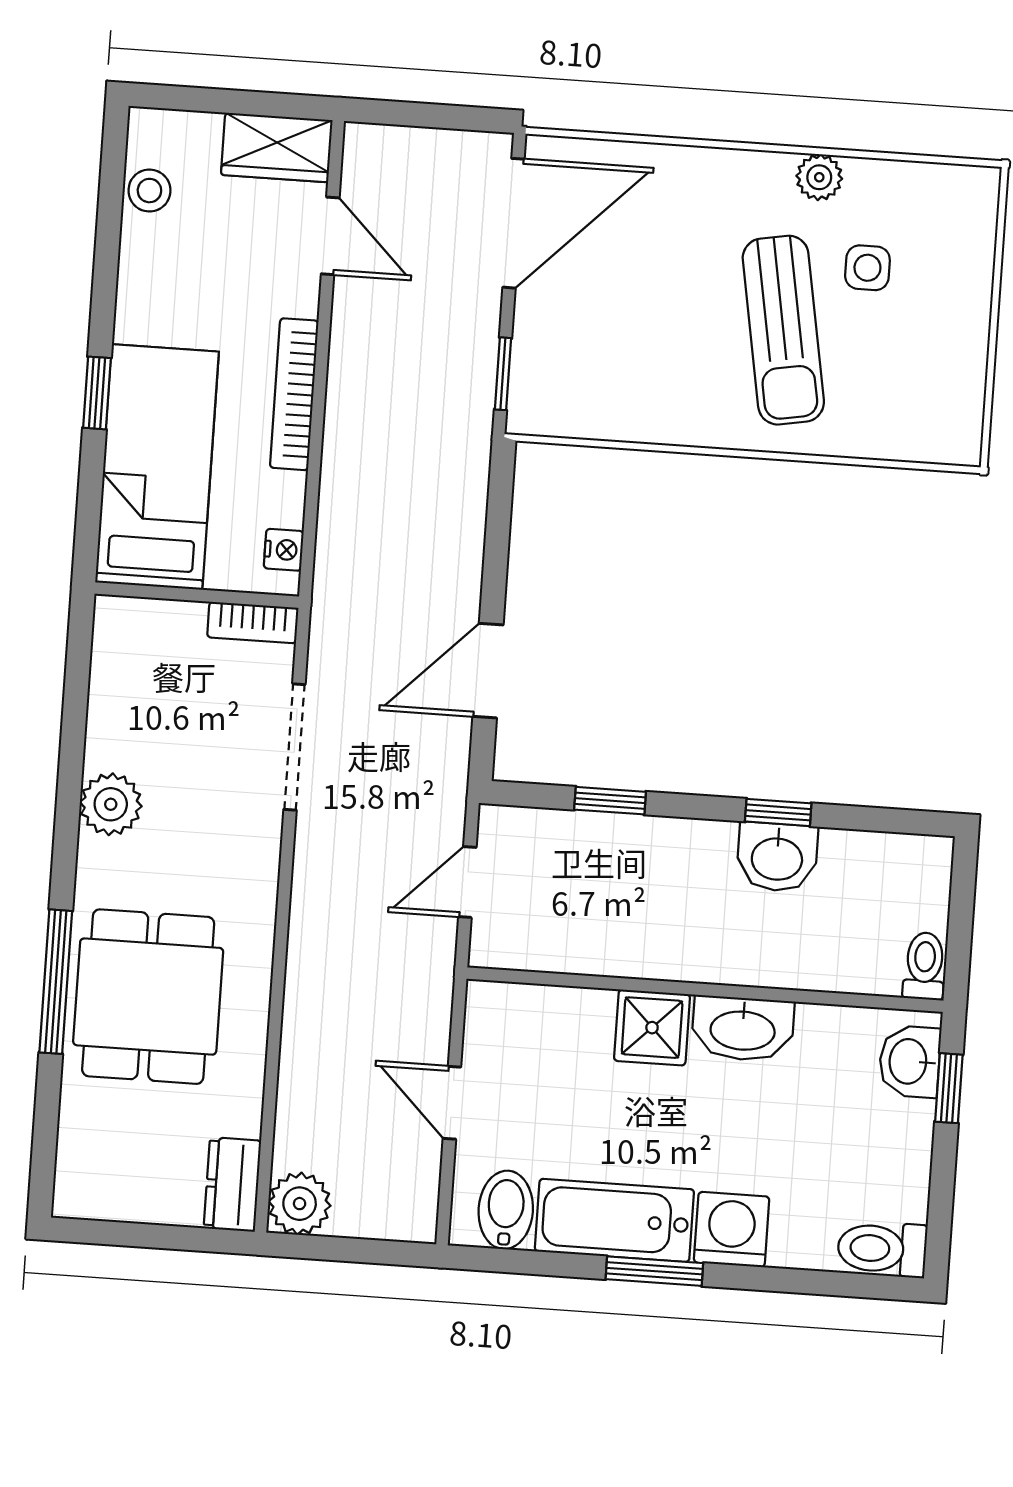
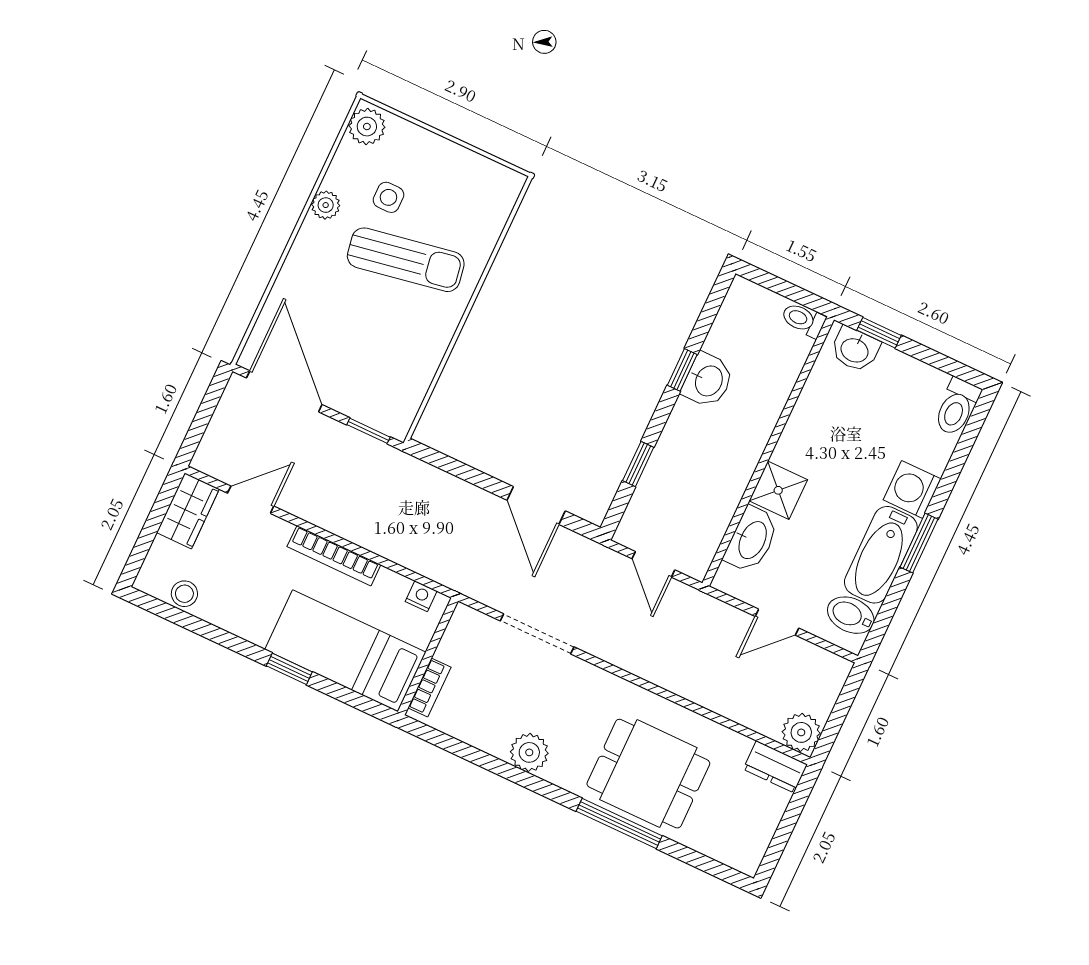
plant: (962, 194) -> (367, 127), added
bookcase: (253, 623) -> (429, 687), moved
washbasin: (743, 1029) -> (752, 540), moved

